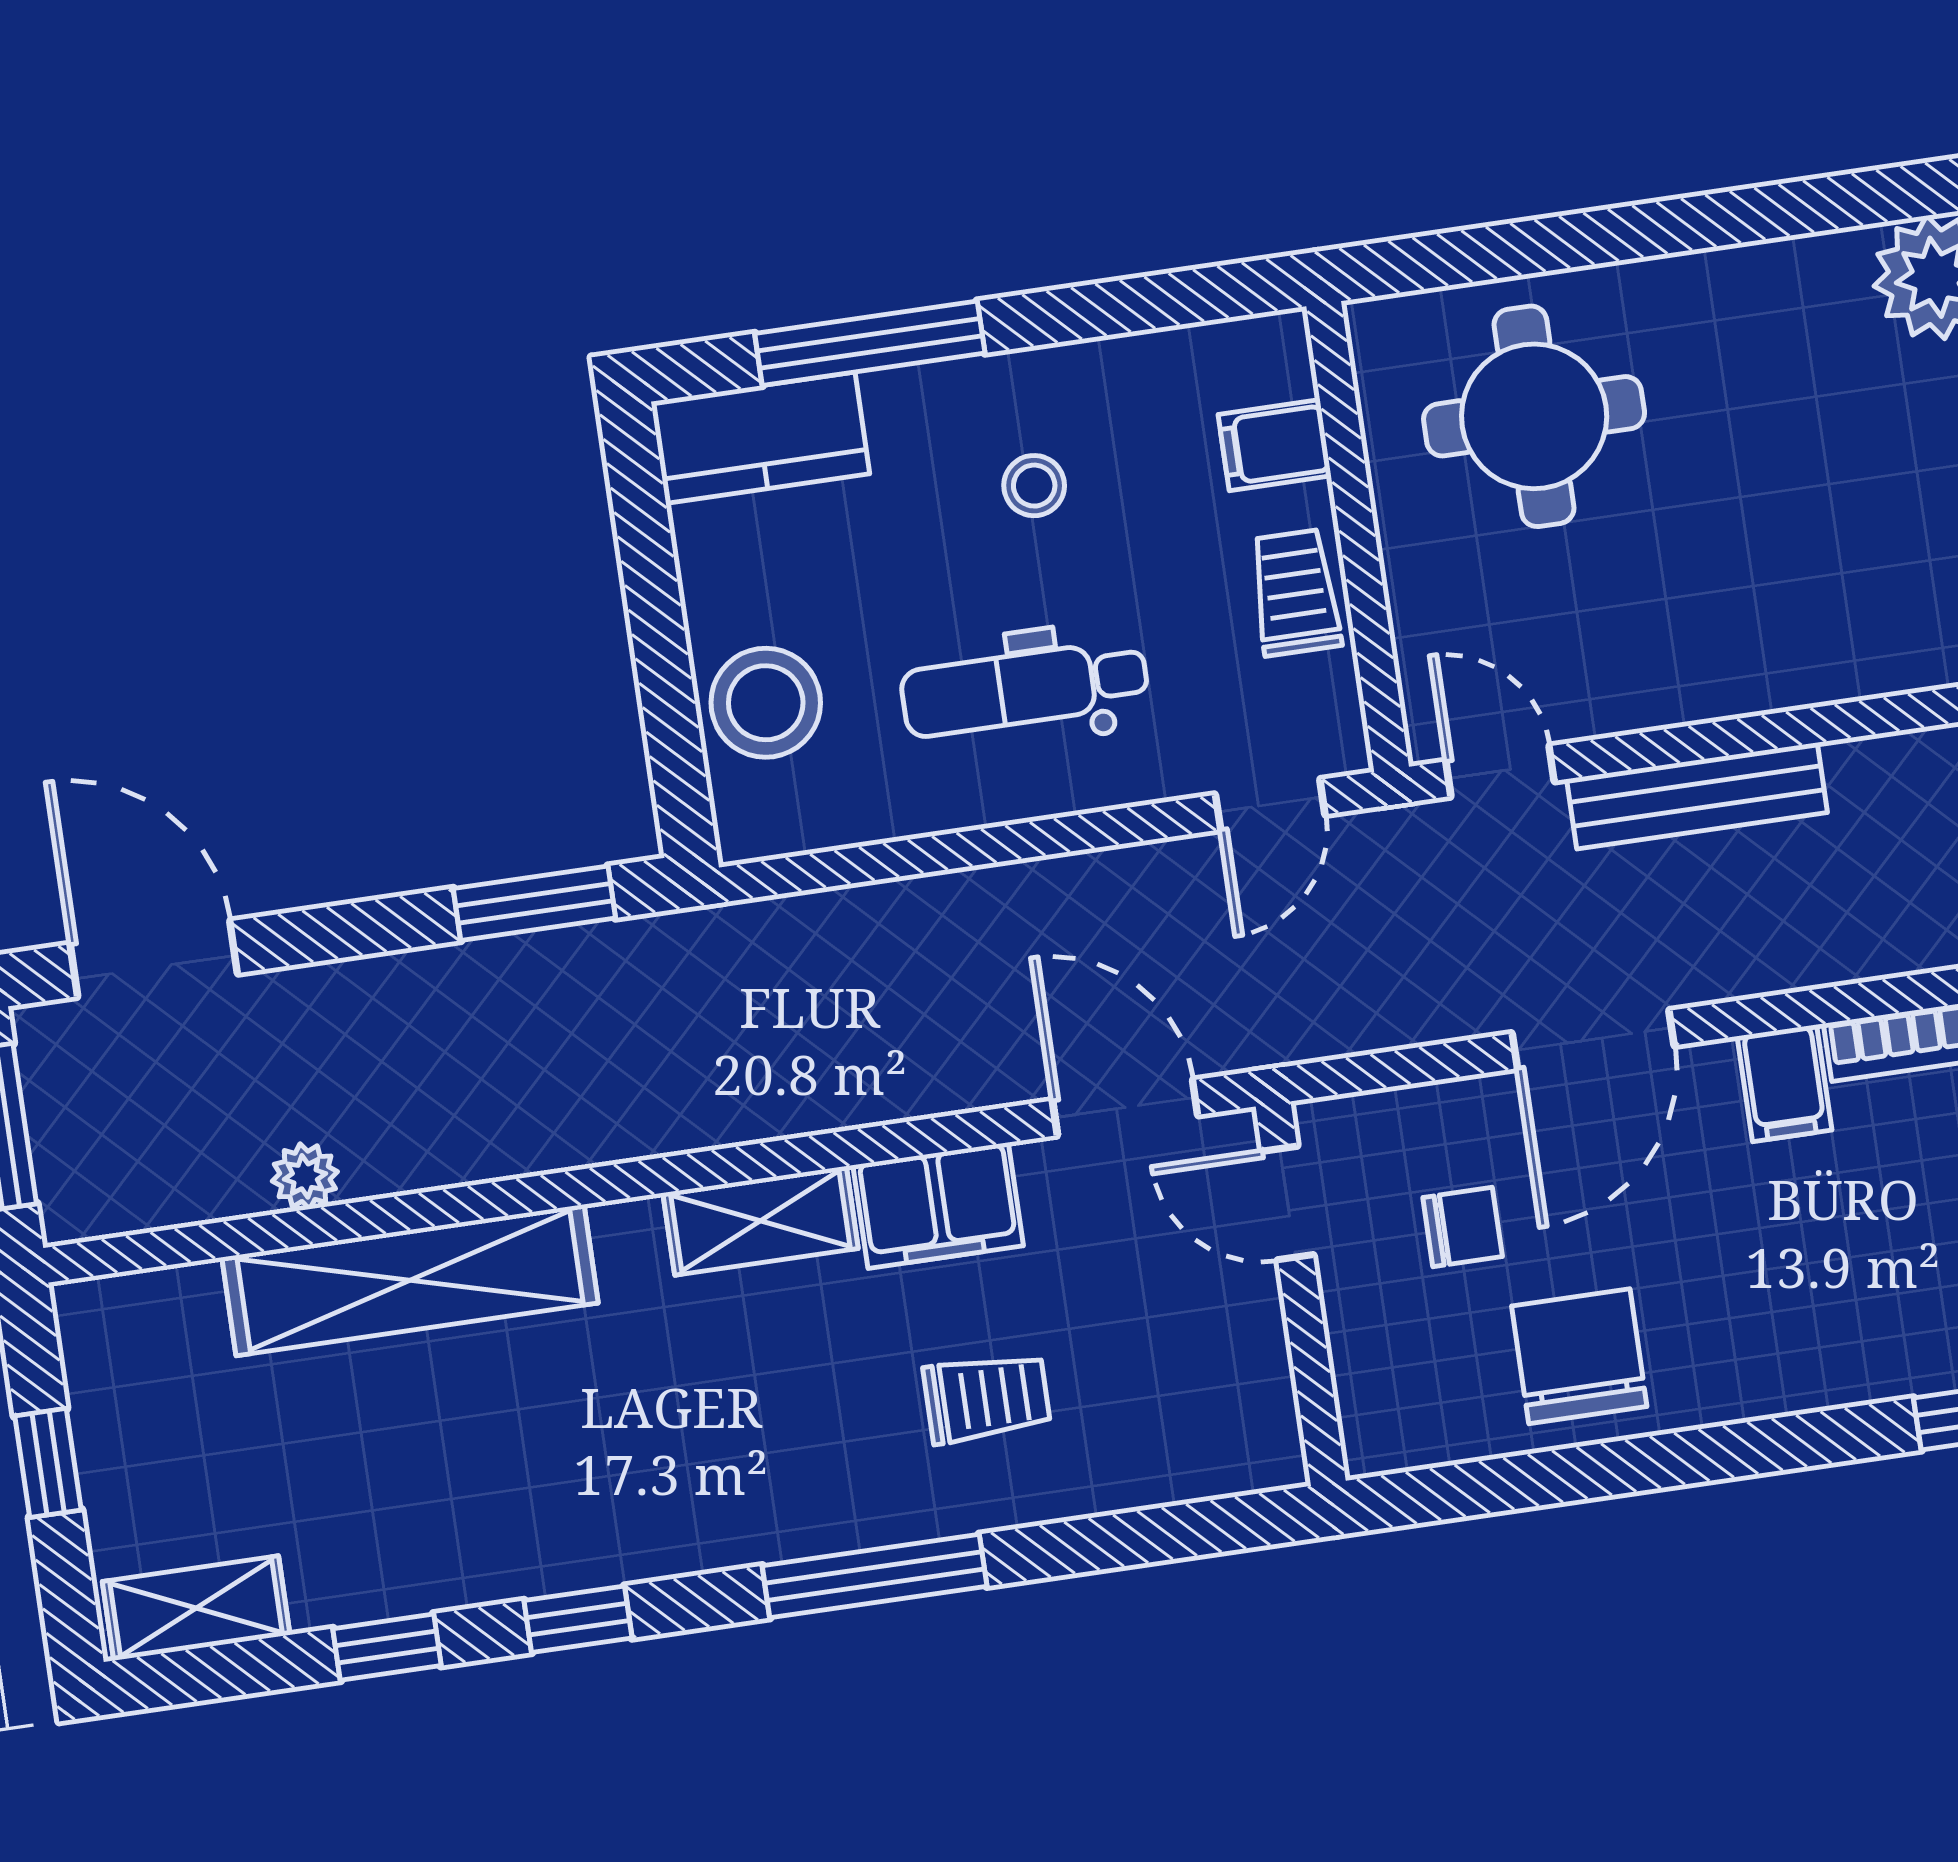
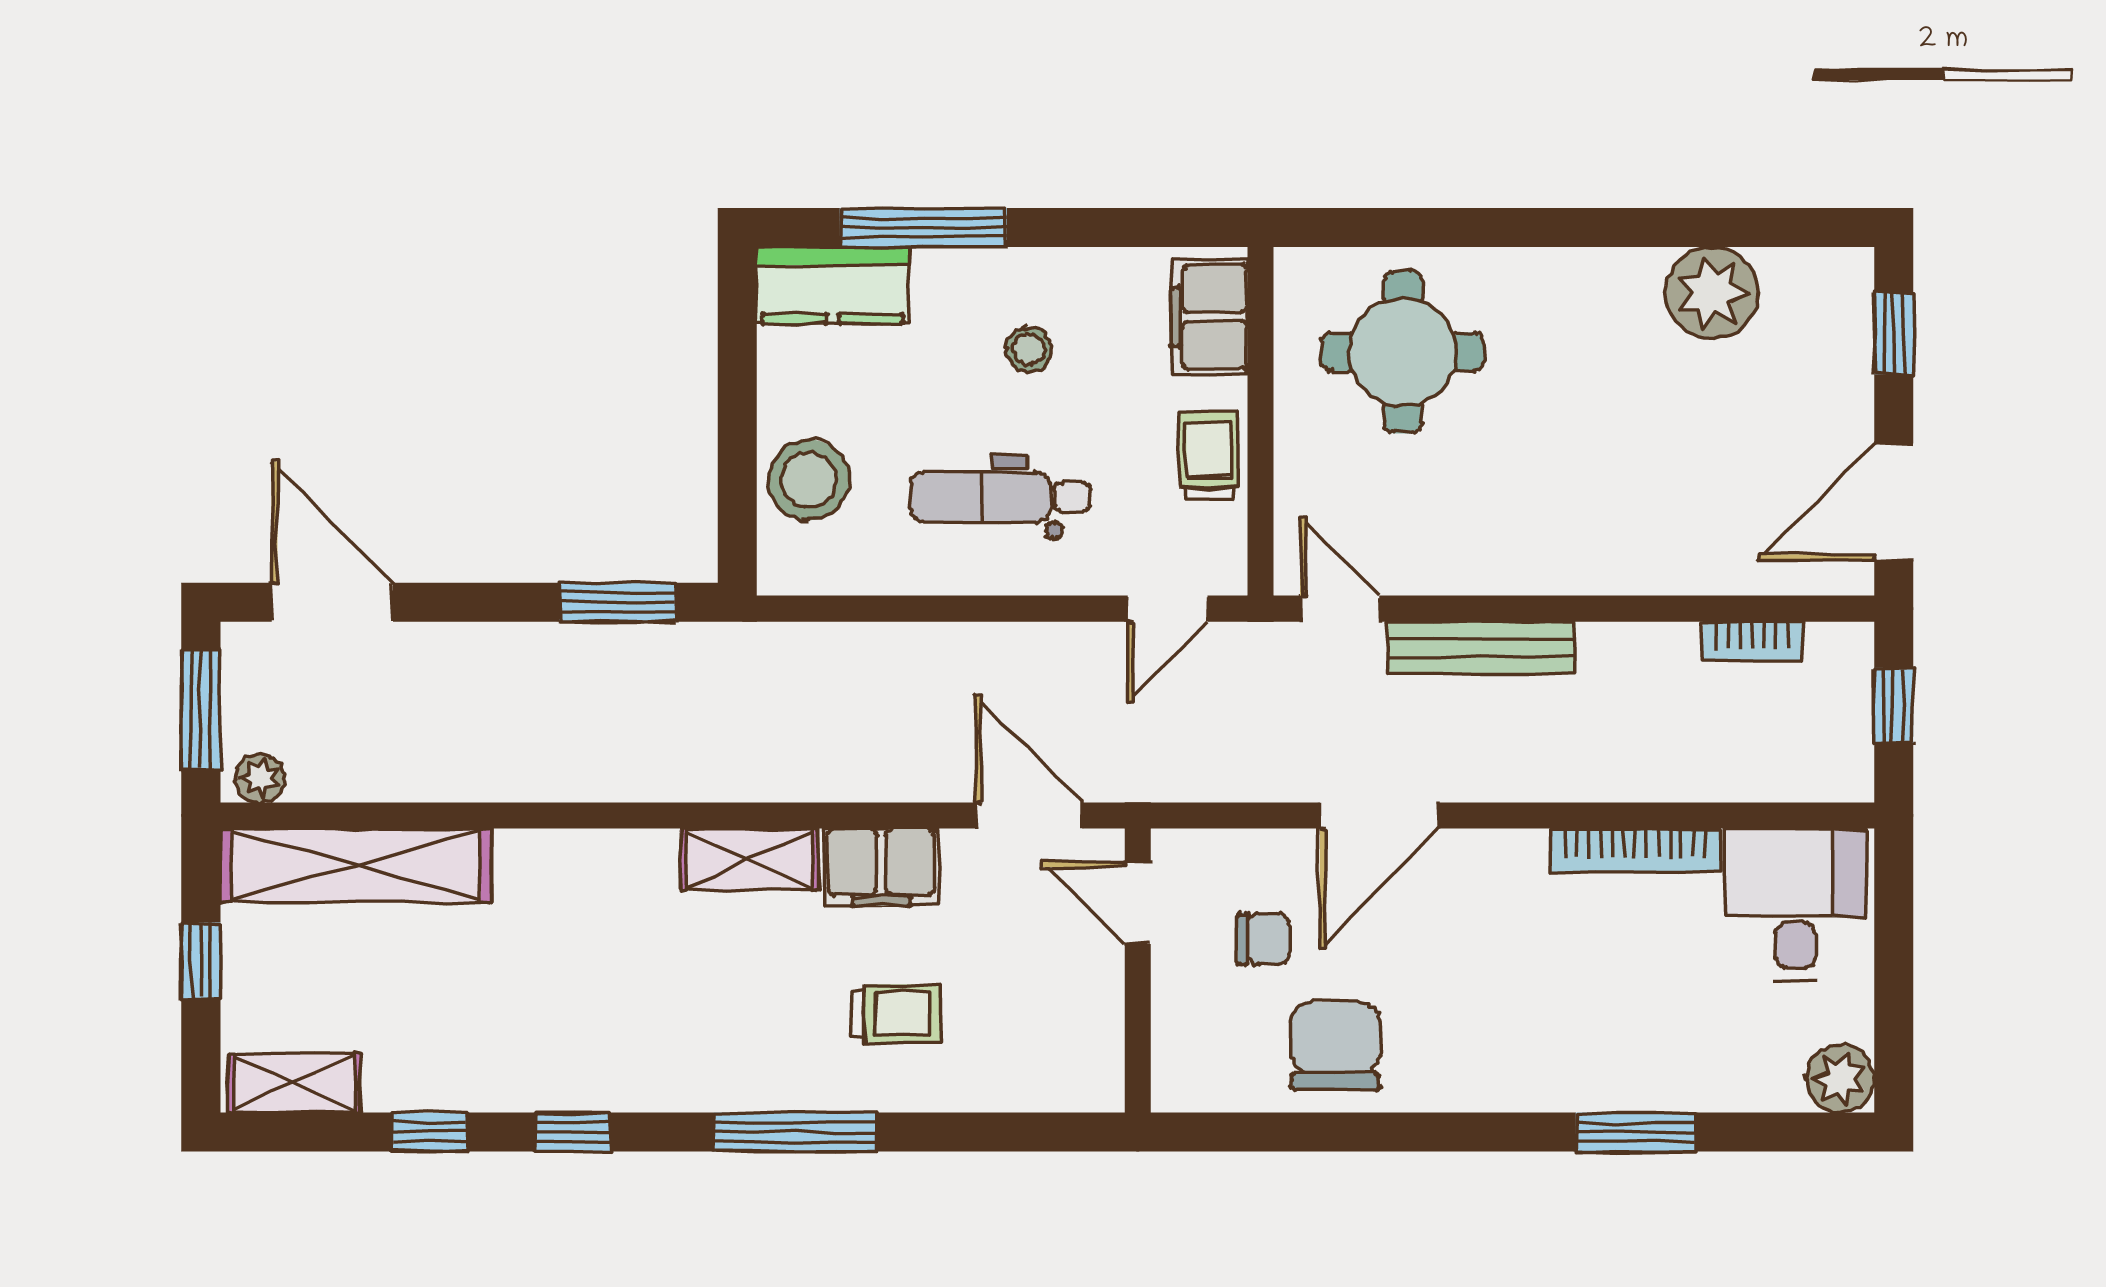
filing cabinet: (1275, 445) -> (1209, 317), width x2.00
filing cabinet: (1784, 1083) -> (1515, 868), removed
plant: (305, 1176) -> (260, 778), moved
shelving: (410, 1280) -> (356, 865), moved

